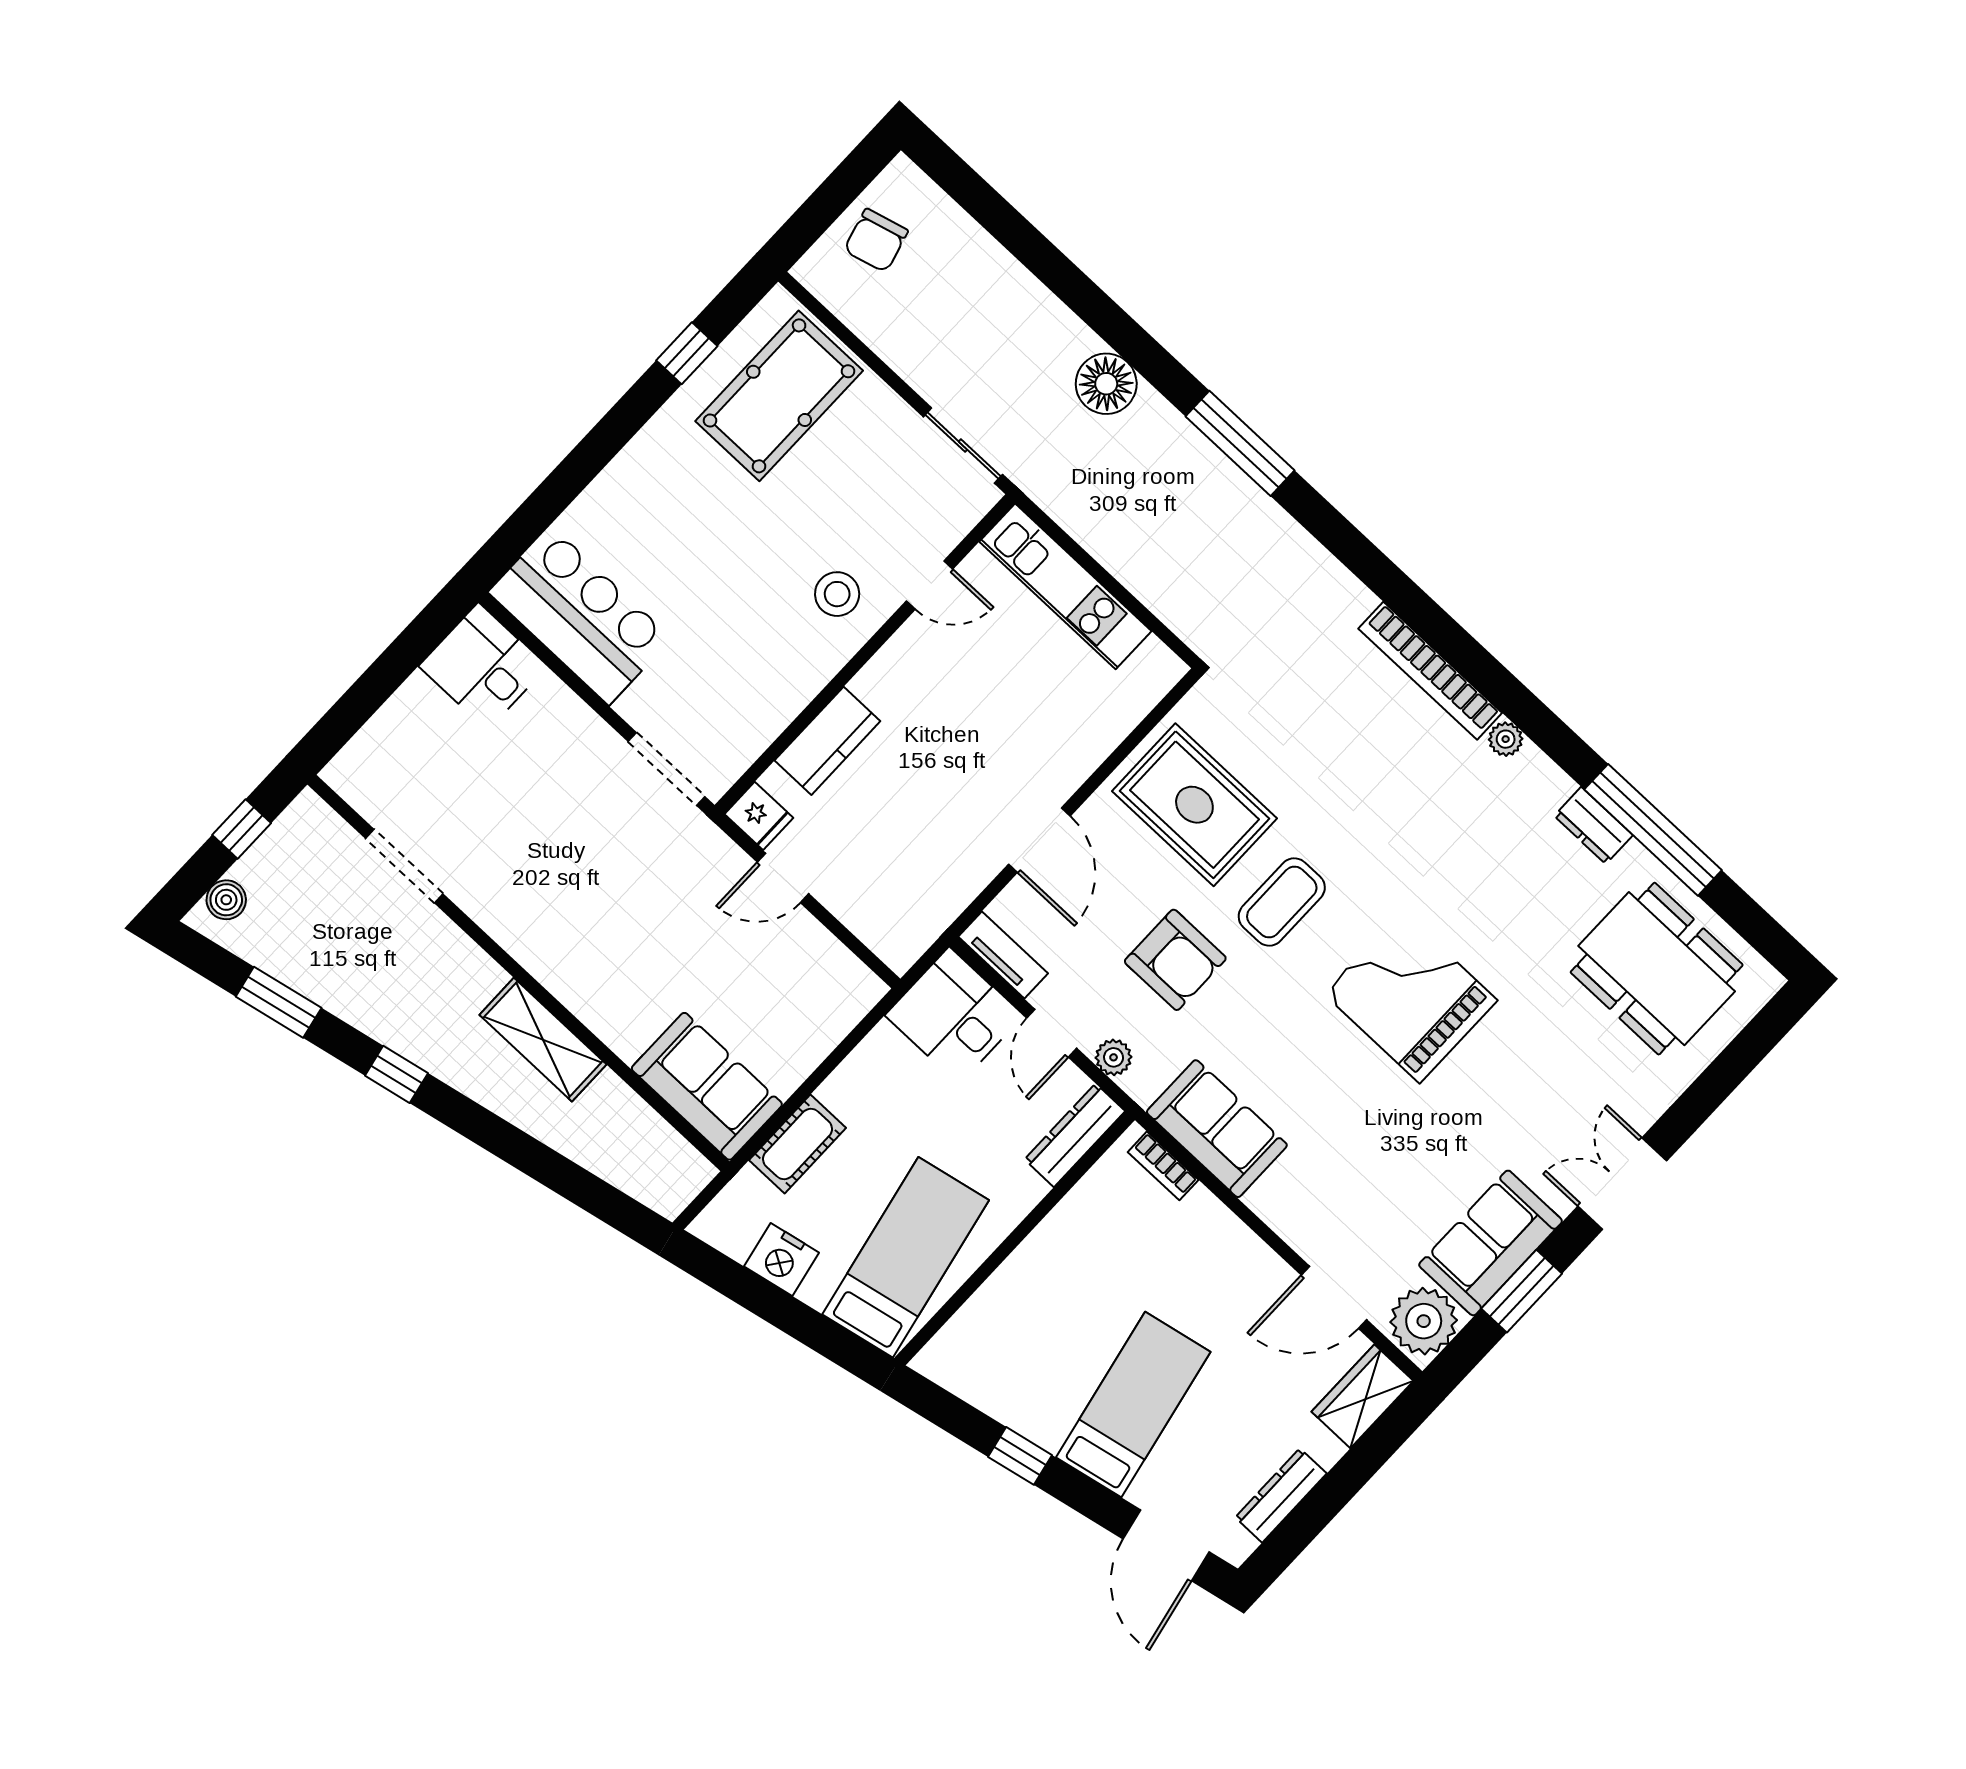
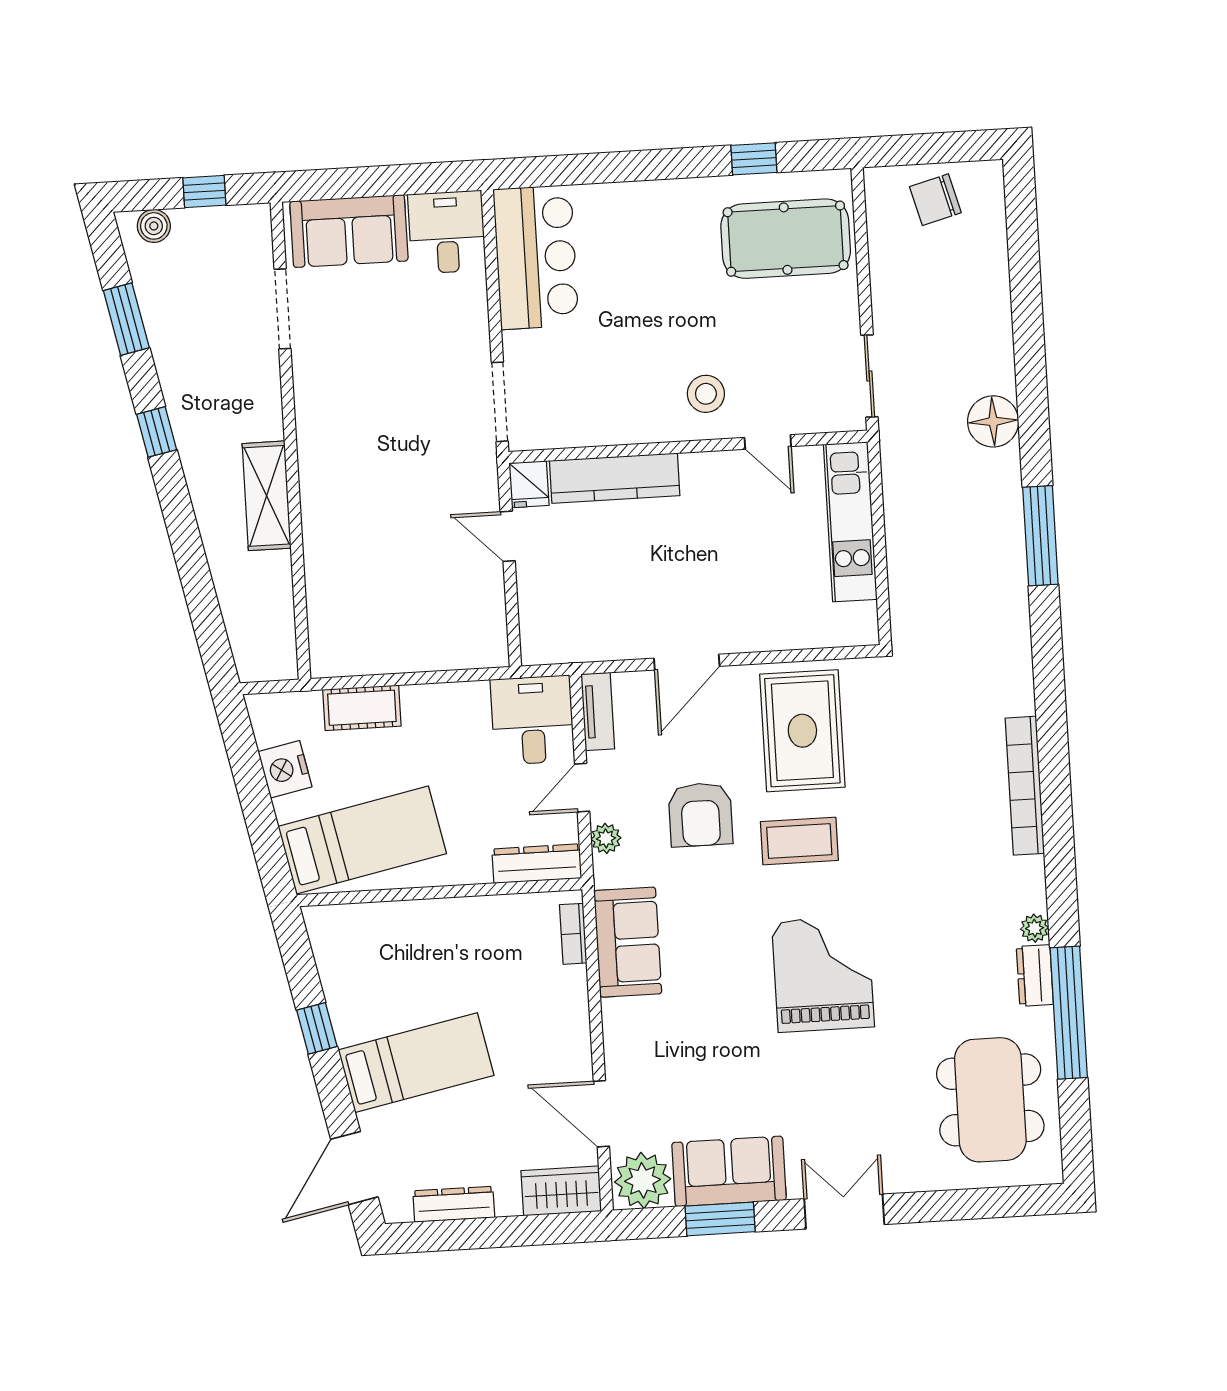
plant: (1506, 739) -> (1035, 928), moved
kitchen counter: (827, 741) -> (615, 478), width x1.50
sofa: (707, 1086) -> (349, 231), moved, turned 90

